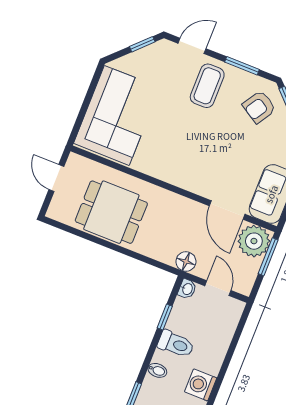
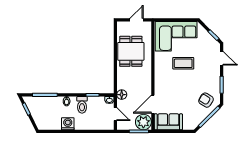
coffee table: (207, 86) -> (183, 63), moved
door: (218, 288) -> (115, 114), hinge flipped

